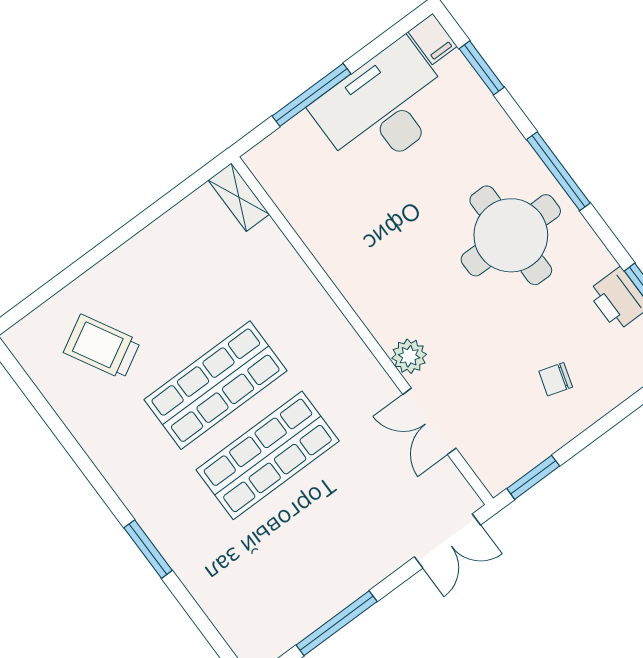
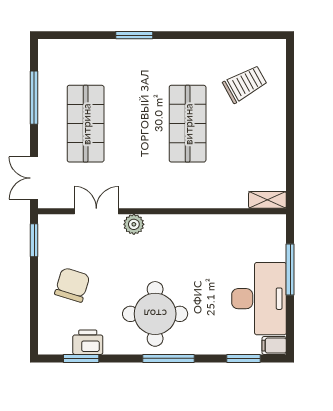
chair: (556, 379) -> (72, 285), width x1.87, depth x1.87
shop shelf: (268, 455) -> (86, 124), moved

